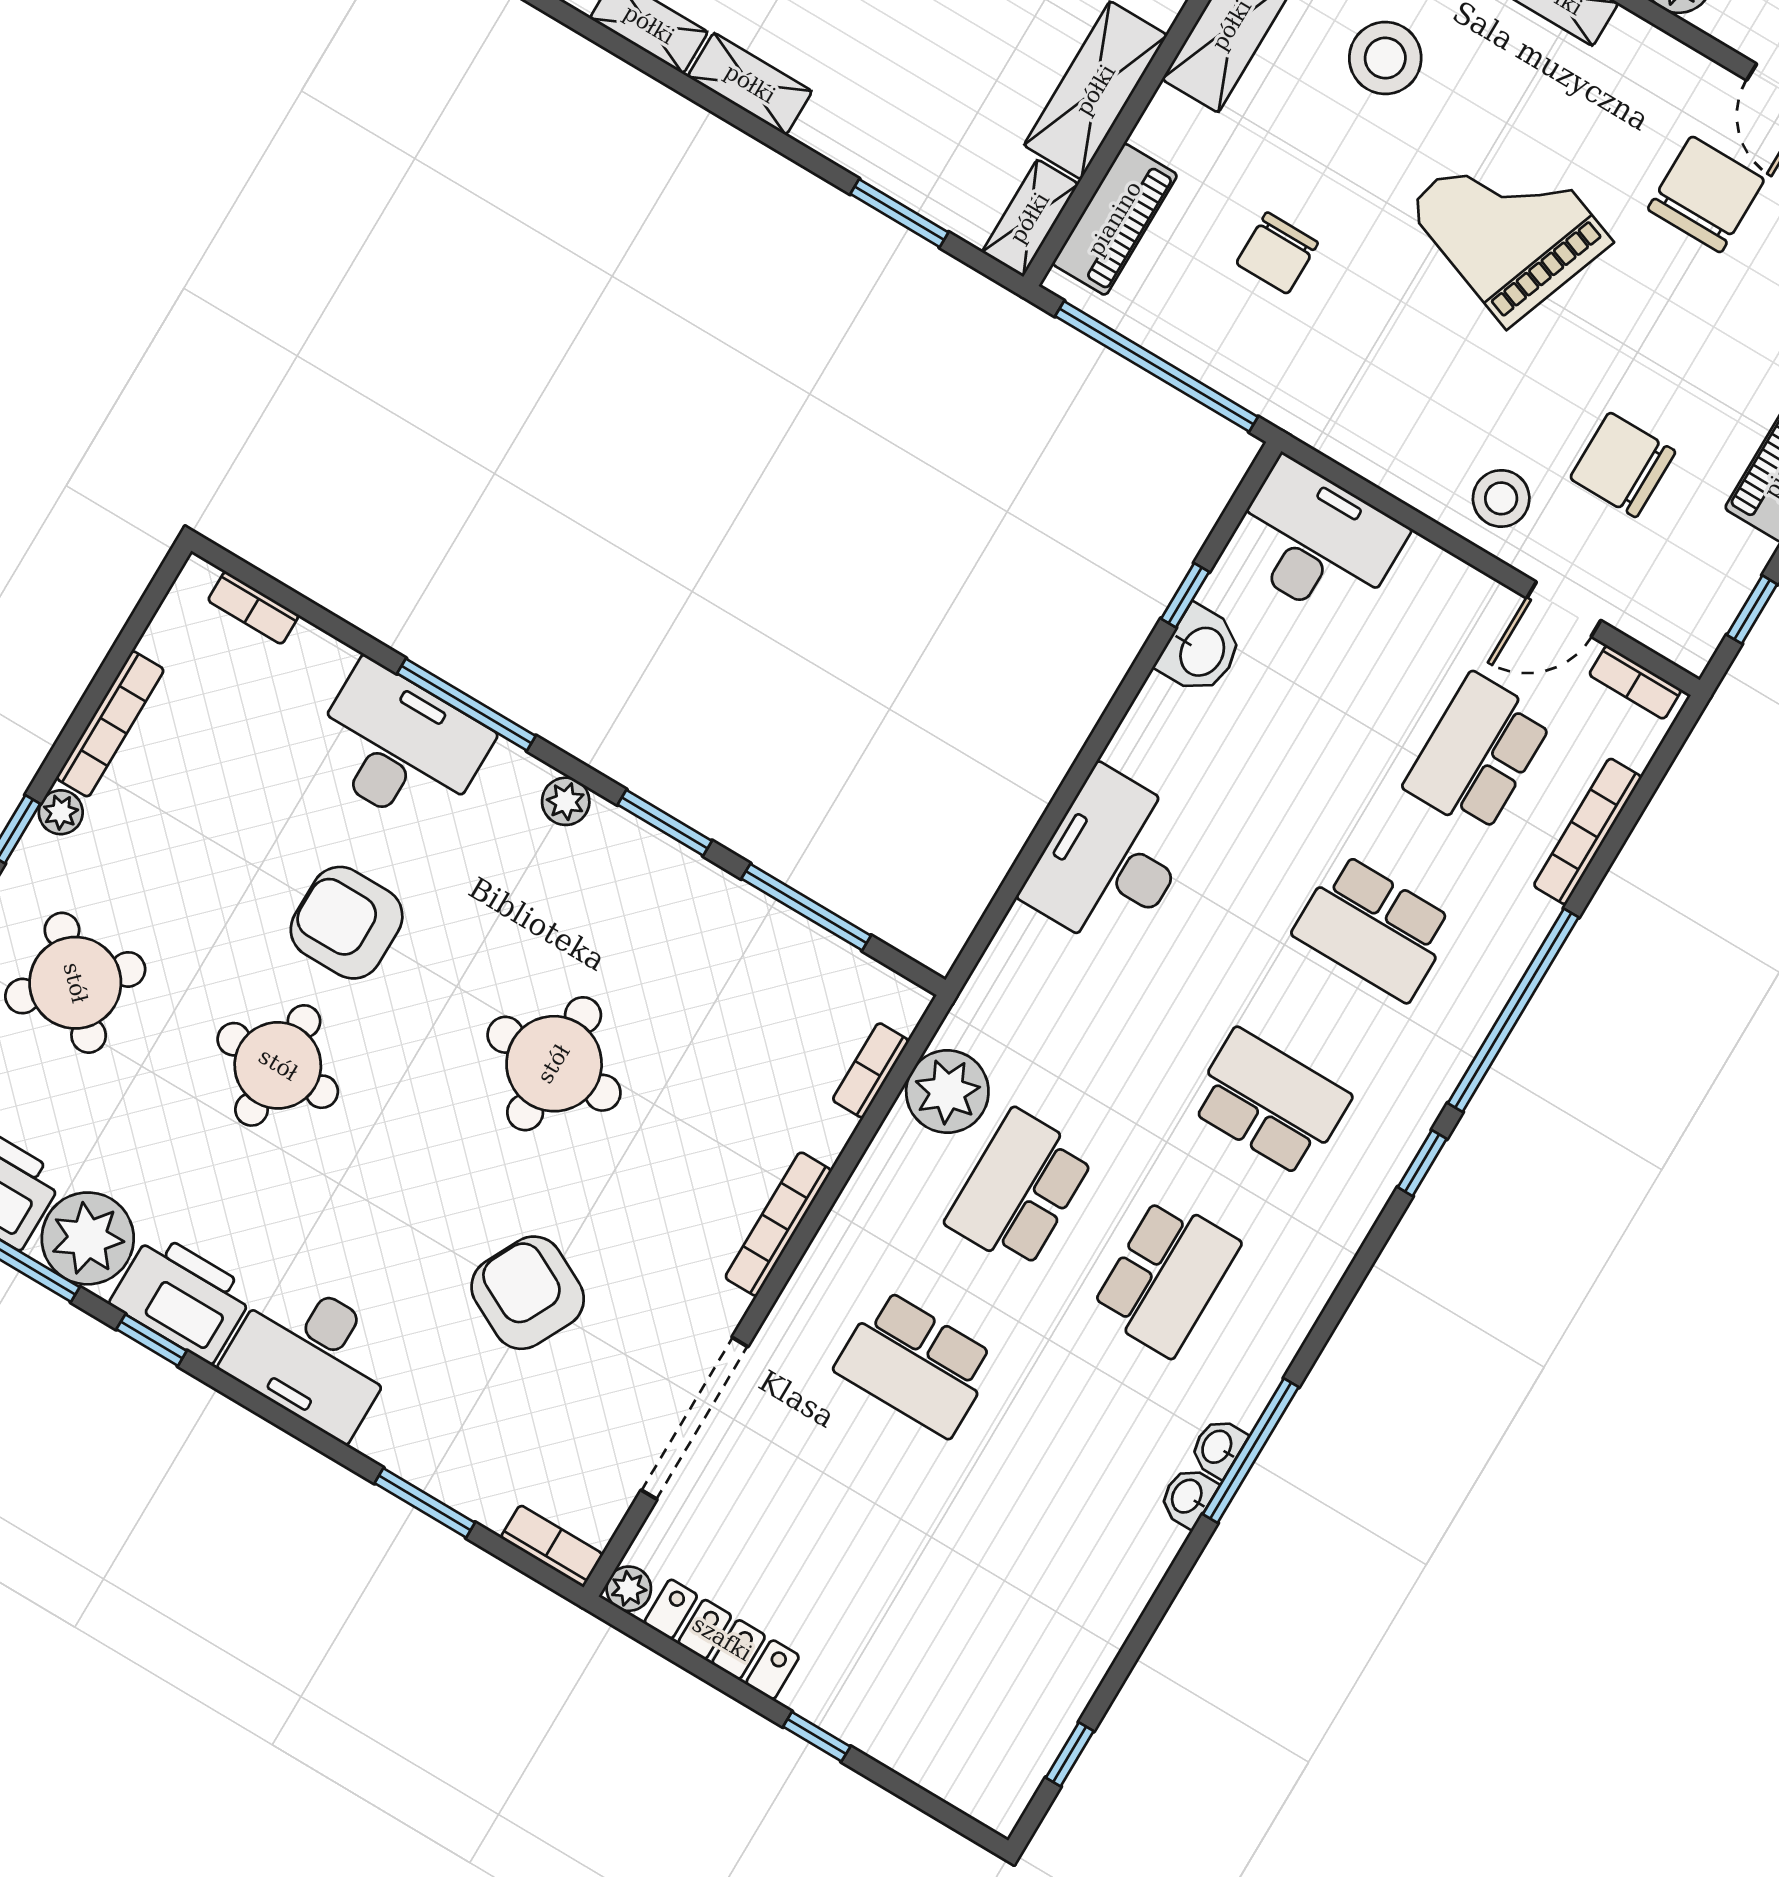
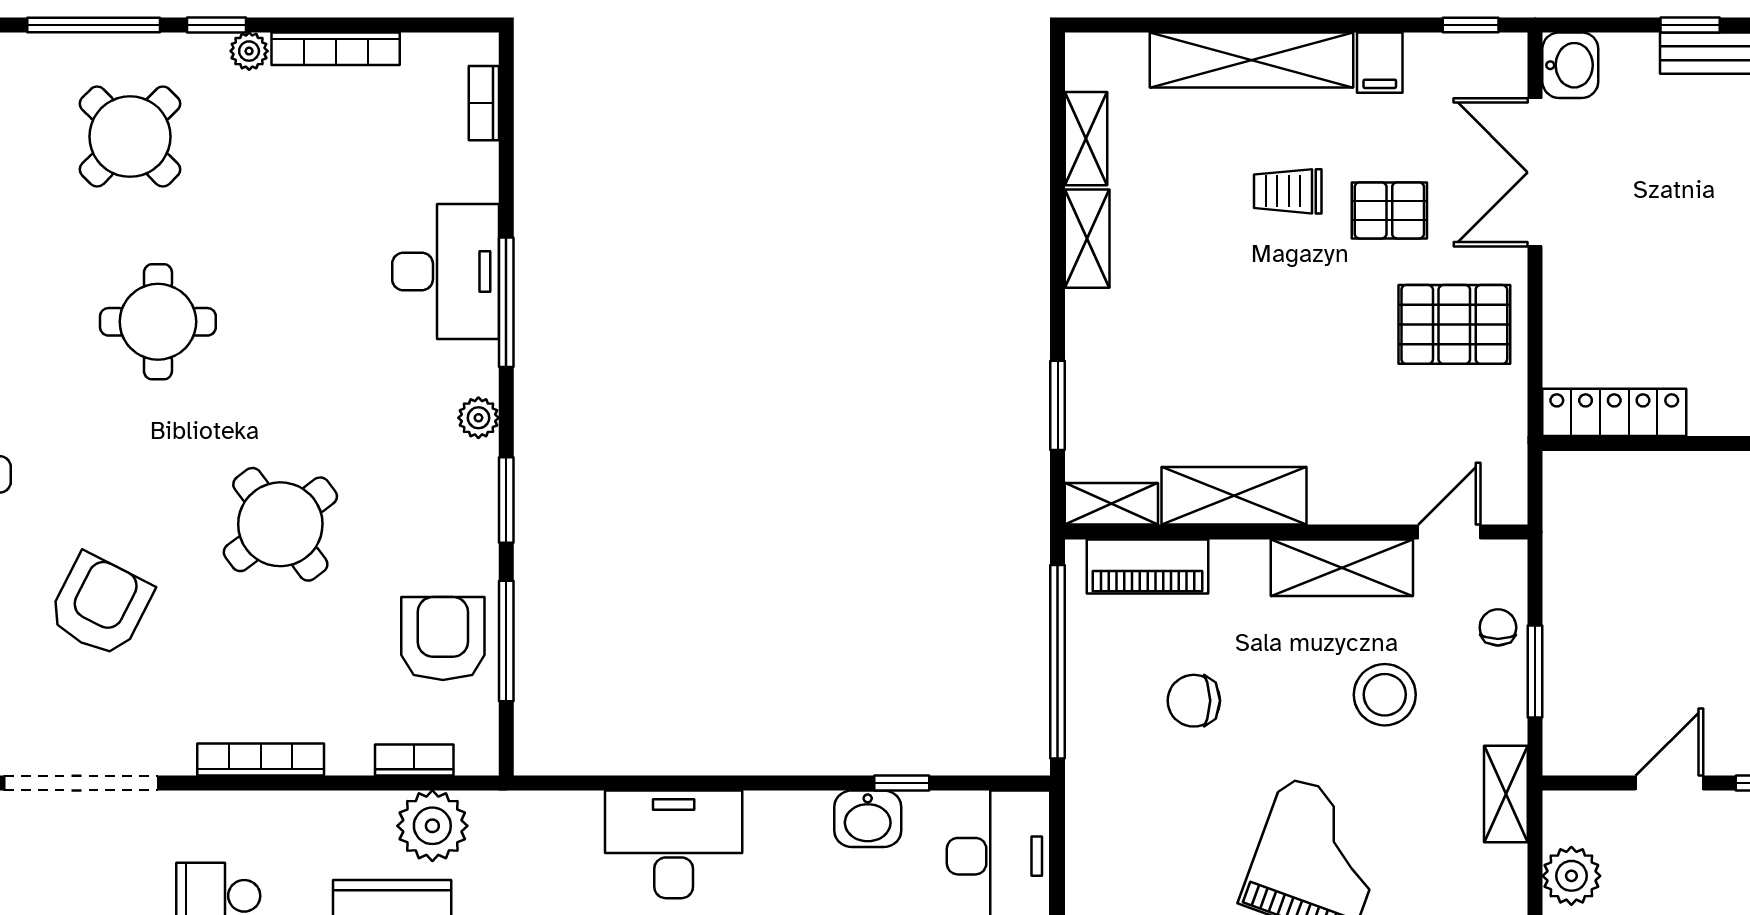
armchair: (347, 923) -> (443, 638), moved
round table: (554, 1064) -> (280, 524), turned -37

